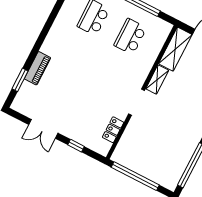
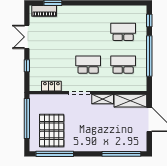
piano: (37, 68) -> (44, 11), moved
school desk: (110, 76) -> (88, 65), added
pallet: (163, 155) -> (52, 130), added

